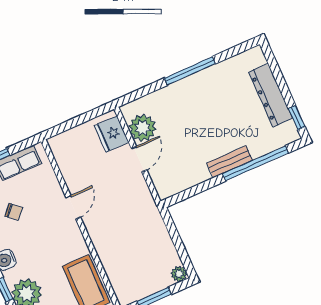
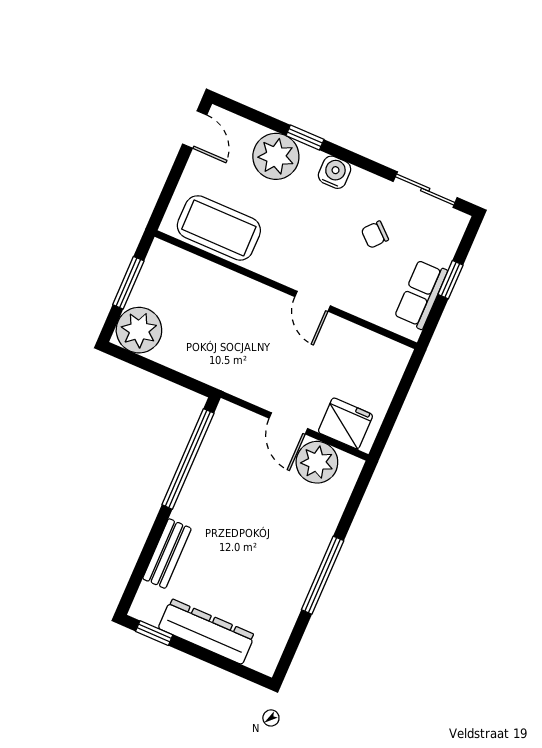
bench: (230, 162) -> (167, 554), moved
window: (255, 163) -> (188, 459), moved
plant: (179, 274) -> (139, 330), width x1.88, depth x1.88

